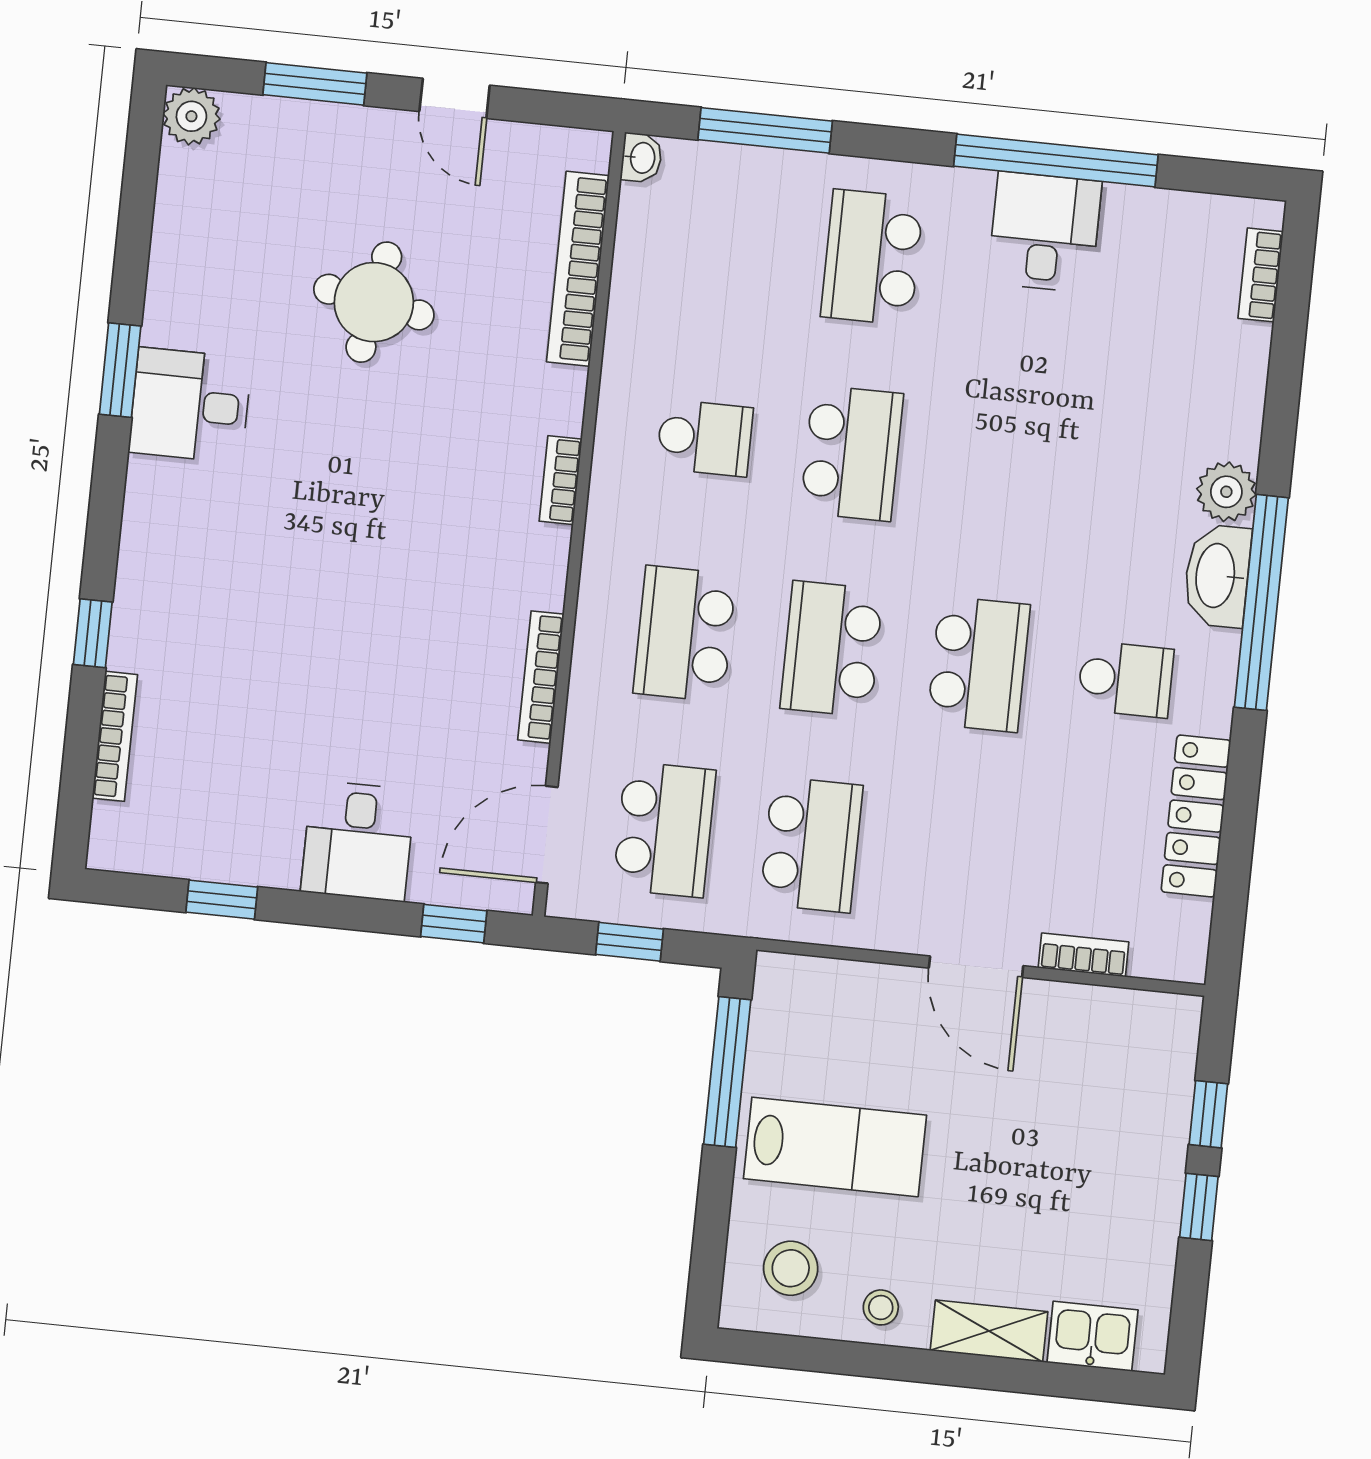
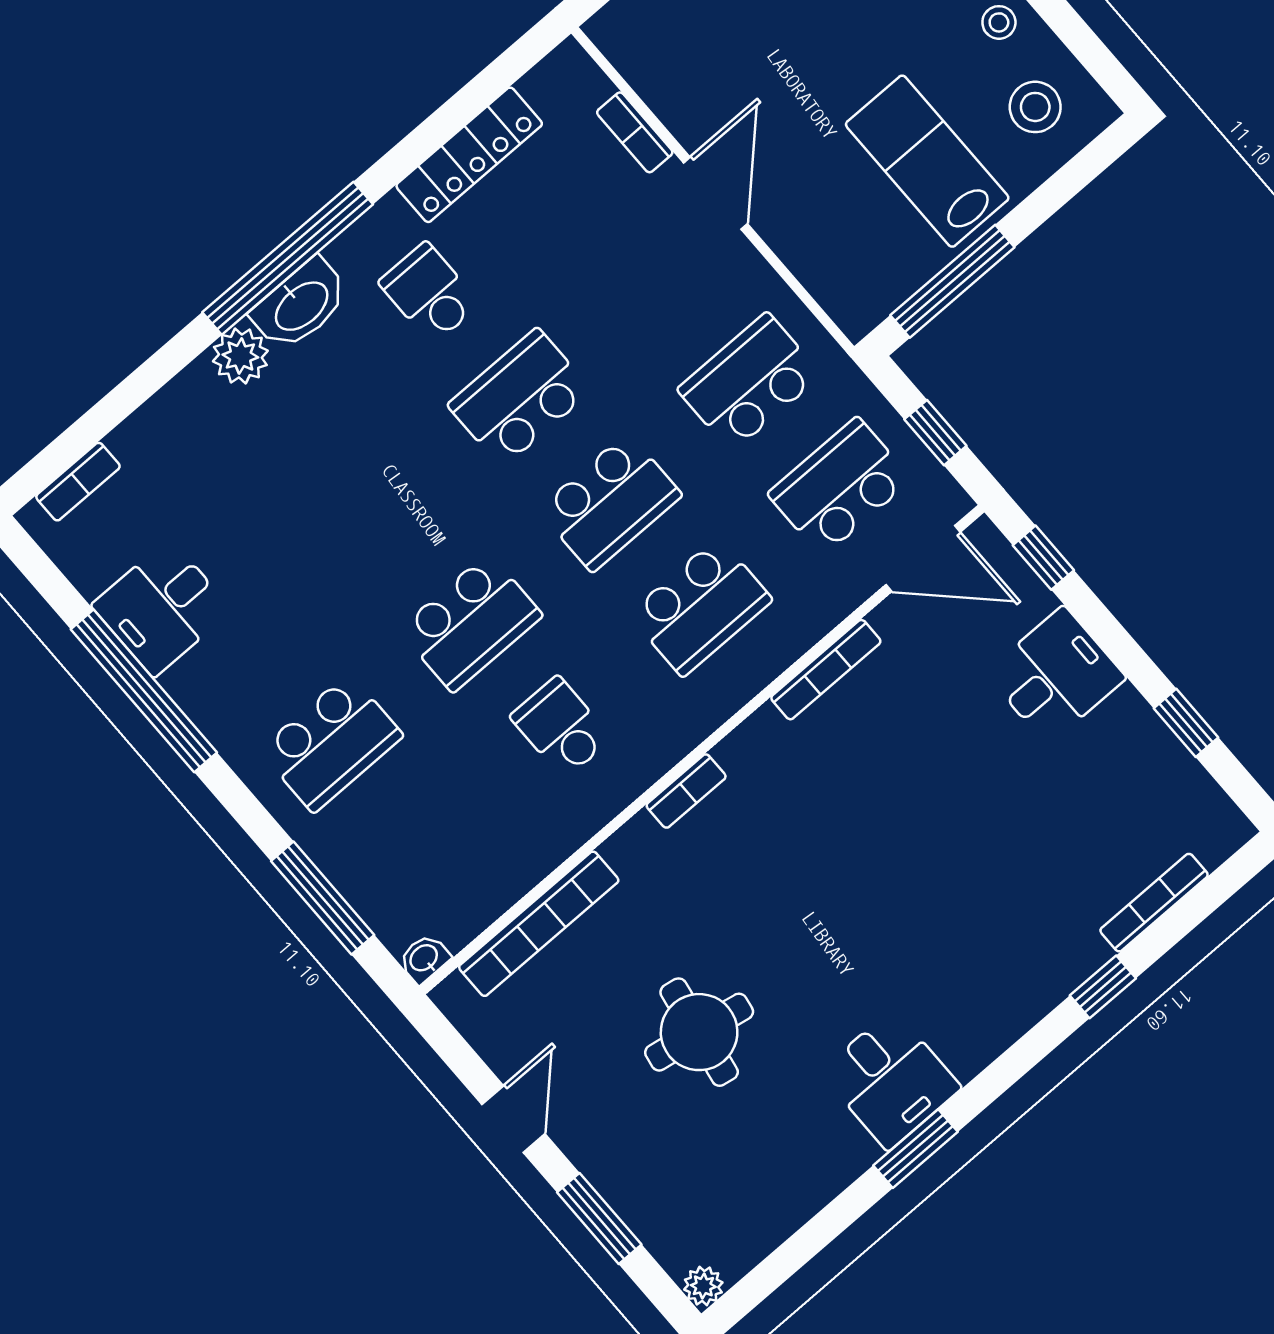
plant: (191, 116) -> (703, 1286), width x0.73, depth x0.73
desk: (1045, 232) -> (162, 608), moved
school desk: (852, 453) -> (471, 623), turned 180

